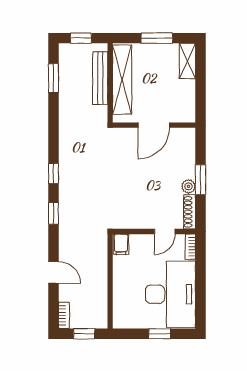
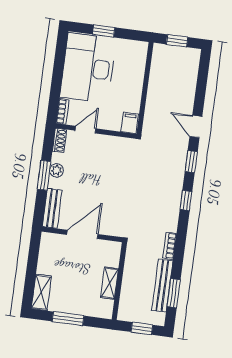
bench: (100, 78) -> (162, 286), moved
shelving: (122, 80) -> (109, 283), width x0.45, depth x0.75
bench: (188, 147) -> (52, 208), added
shoe rack: (190, 212) -> (59, 141), width x0.70
door: (54, 272) -> (196, 126), moved
bookcase: (64, 315) -> (170, 246), moved

